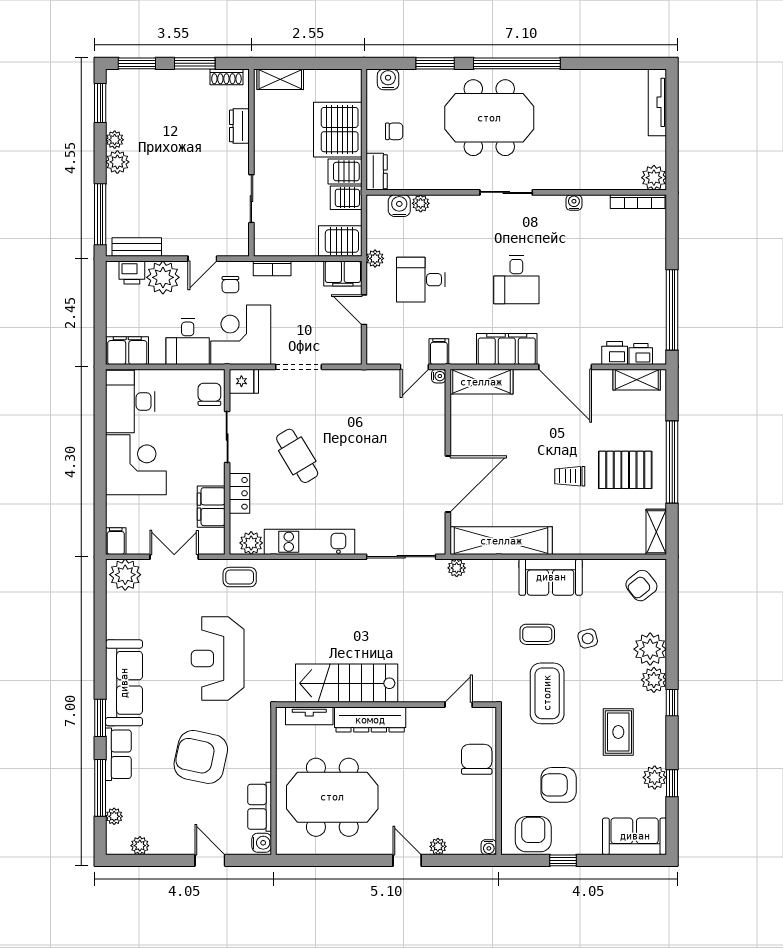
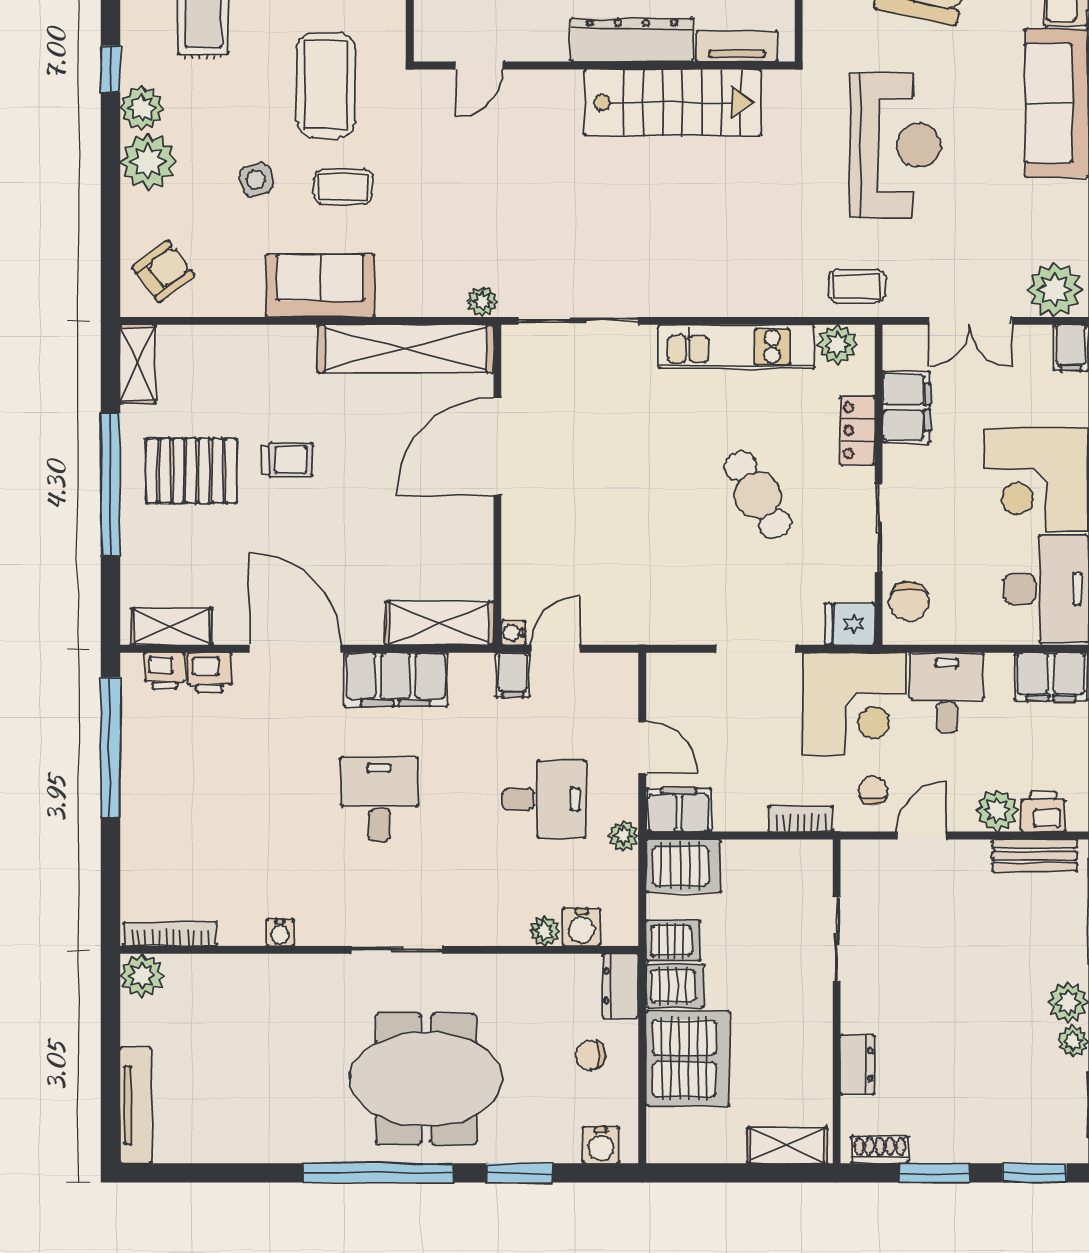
plant: (163, 277) -> (997, 811), width x0.73, depth x0.73

